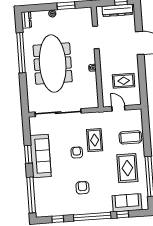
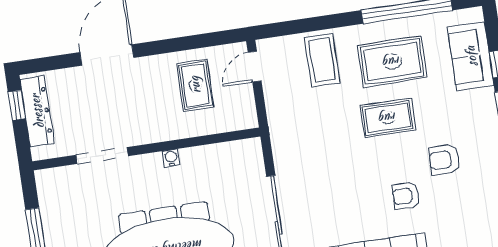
door: (118, 108) -> (255, 67), moved
rug: (95, 140) -> (388, 118), moved
armchair: (77, 152) -> (406, 196), moved

